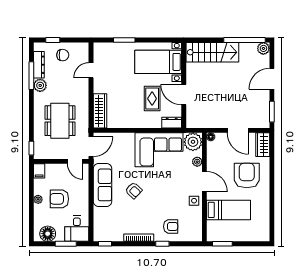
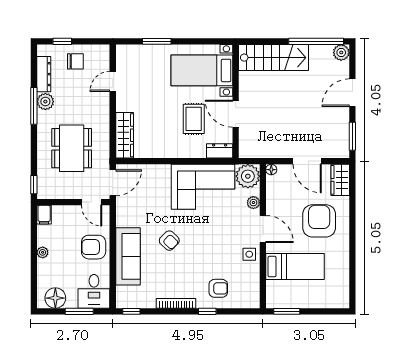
window: (31, 76) -> (34, 106), moved
sofa: (102, 185) -> (128, 256), moved
armchair: (59, 199) -> (94, 247), moved

